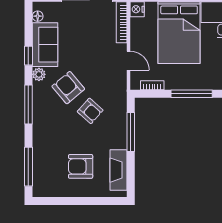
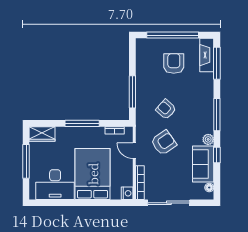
armchair: (68, 88) -> (164, 143), moved, turned -85
armchair: (81, 166) -> (174, 64), turned -90
fireplace: (119, 170) -> (207, 55), moved, turned 180
window: (82, 201) -> (173, 35), added

